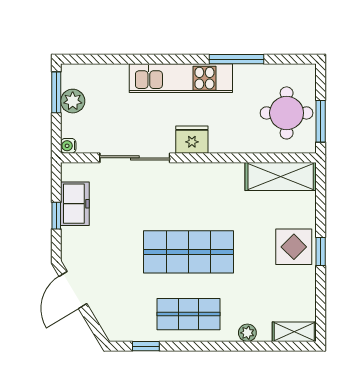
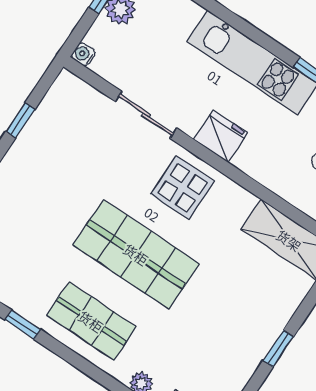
sliding door: (135, 158) -> (146, 115), width x0.73
freezer: (75, 204) -> (49, 121), removed
display table: (294, 247) -> (183, 188), moved

